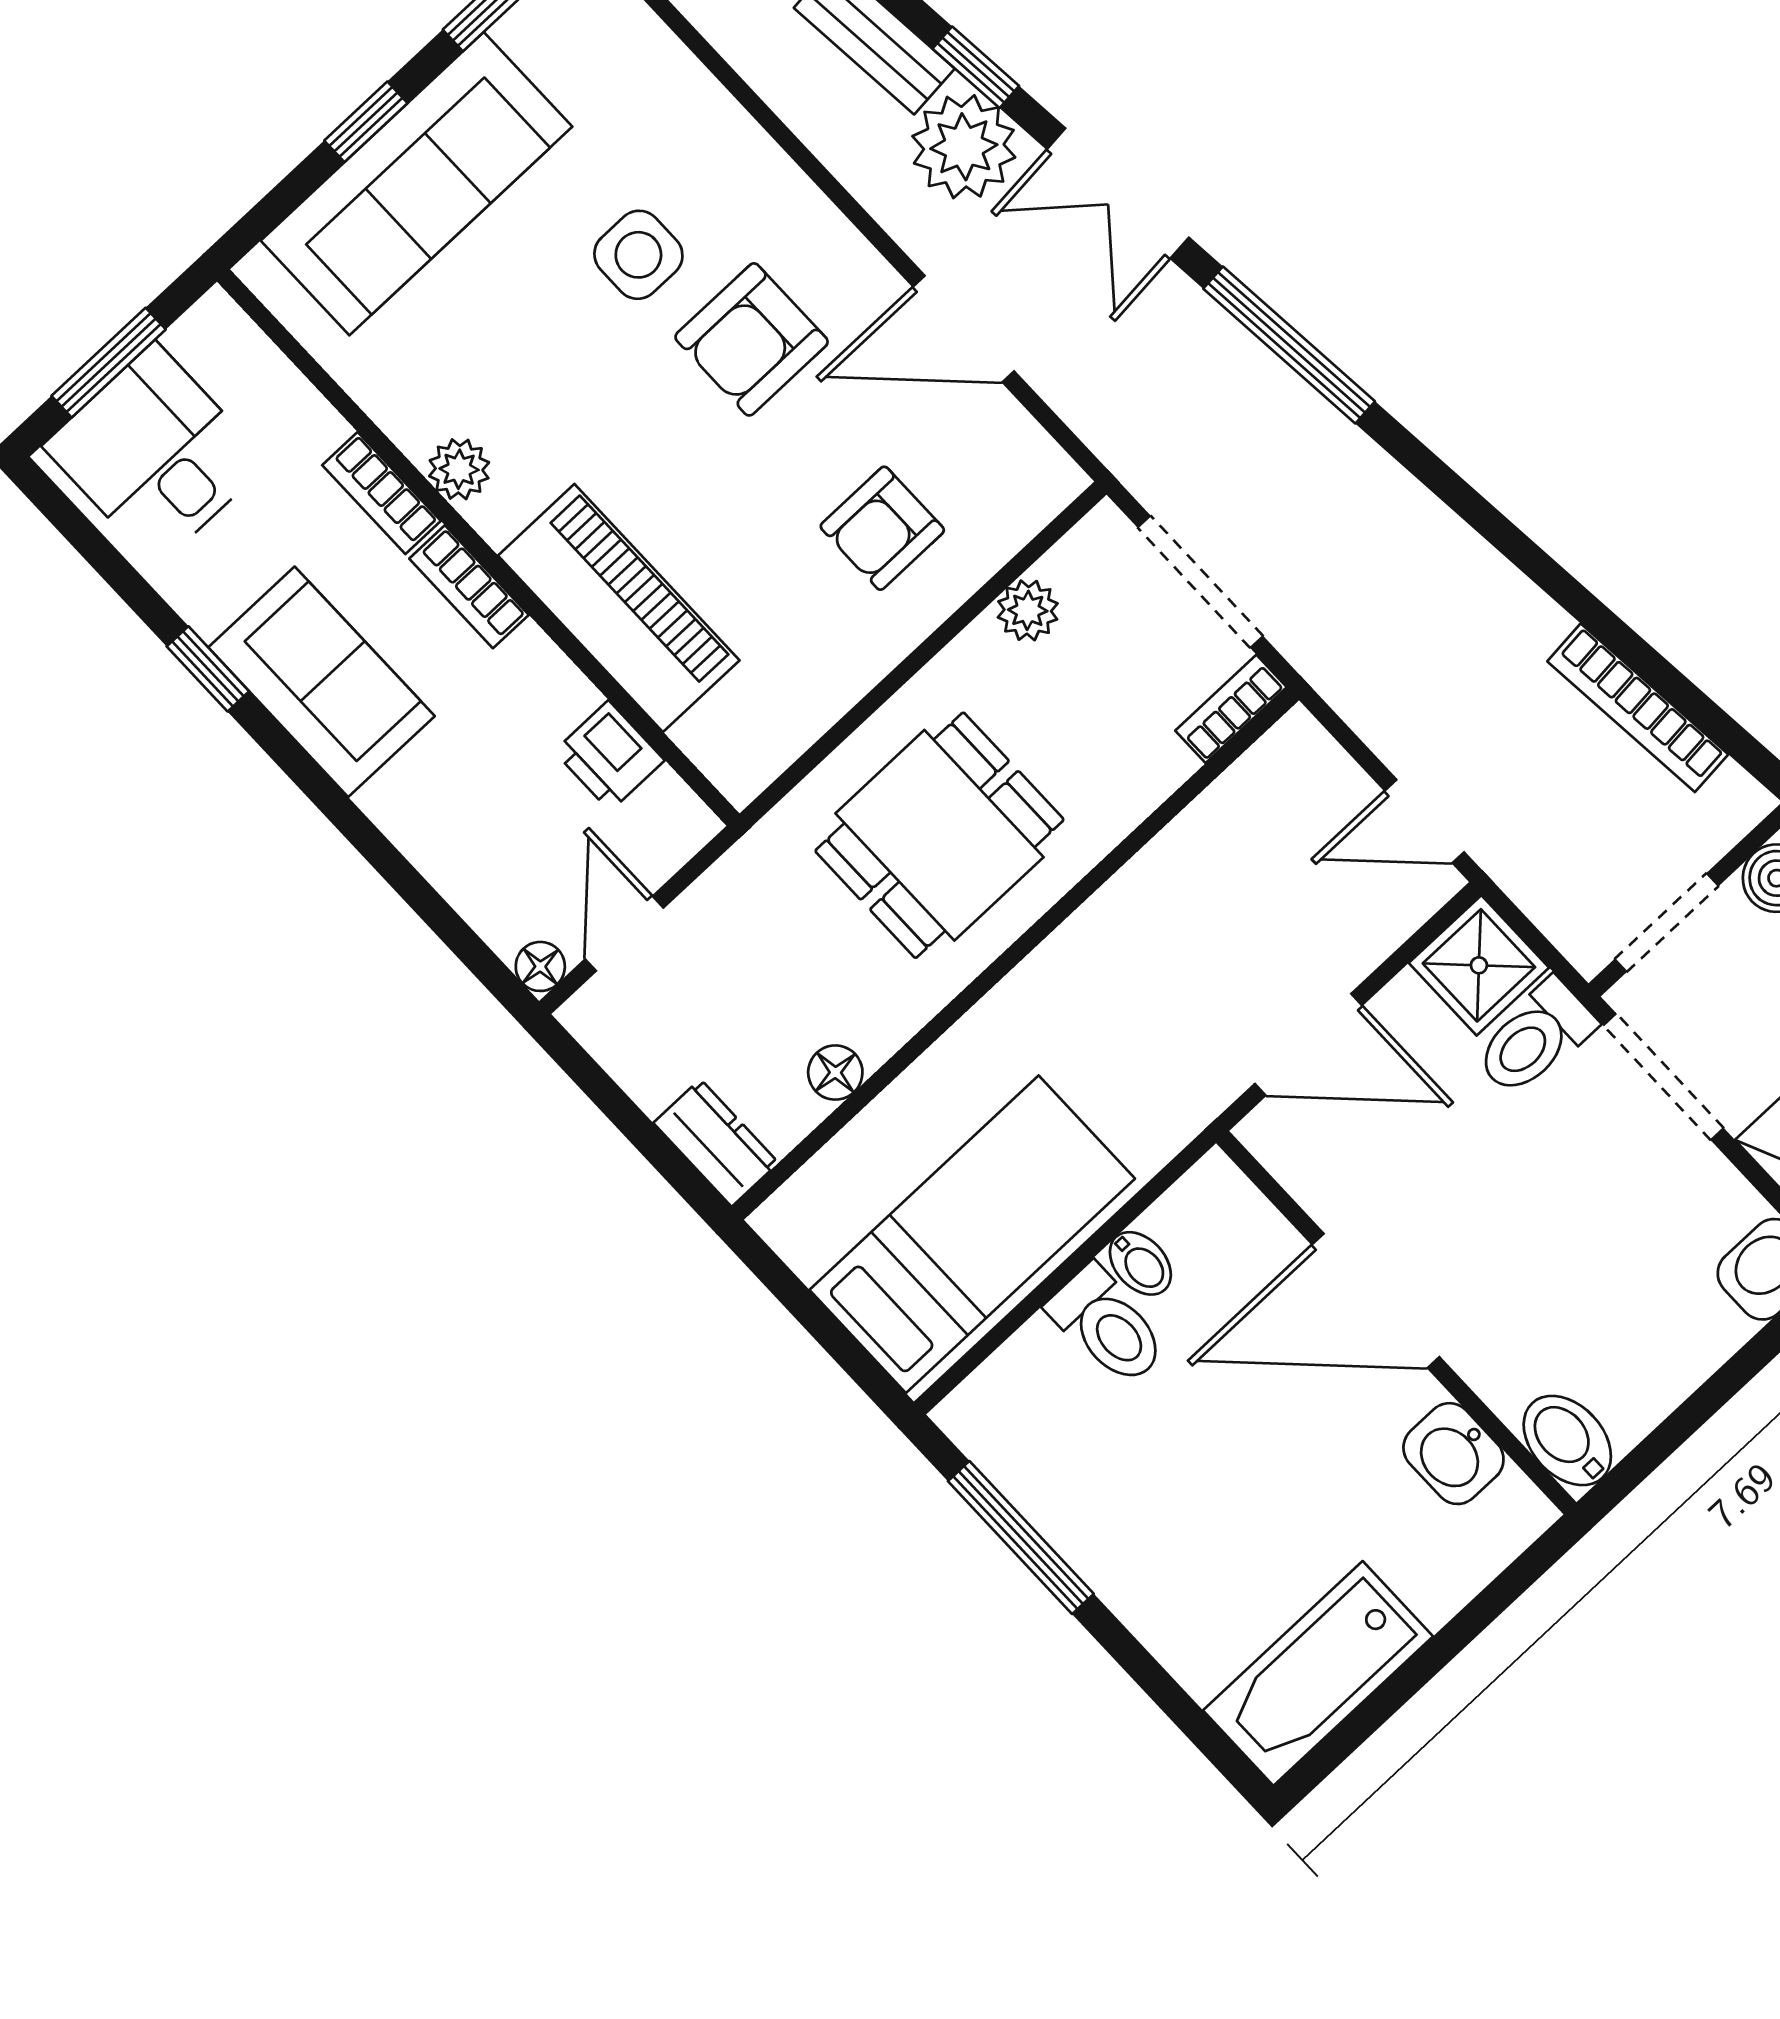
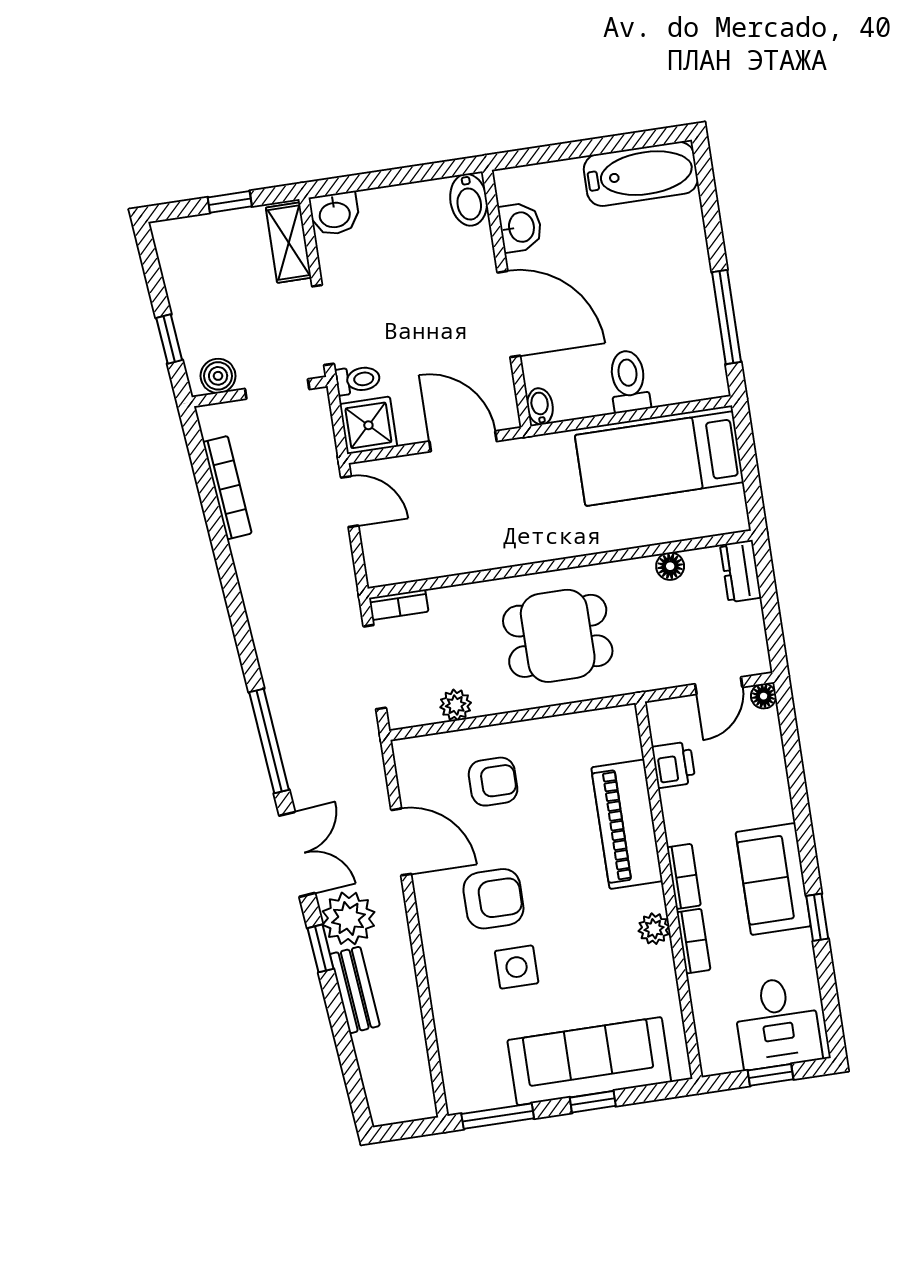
window: (109, 363) -> (771, 1075), width x0.67
toilet: (1535, 1038) -> (358, 380), width x0.73, depth x0.72
bidet: (1140, 1263) -> (540, 406), moved

